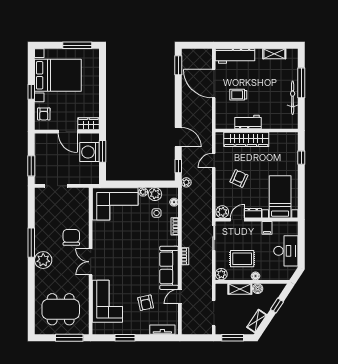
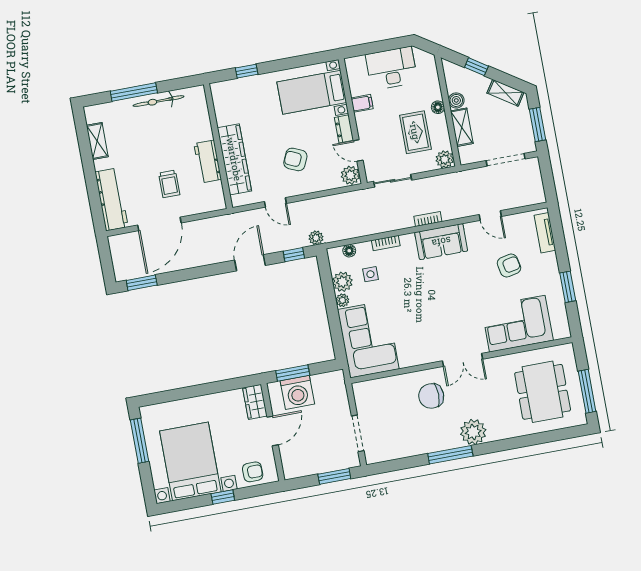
sofa: (169, 268) -> (441, 242), width x0.73
window: (69, 338) -> (587, 391), moved

